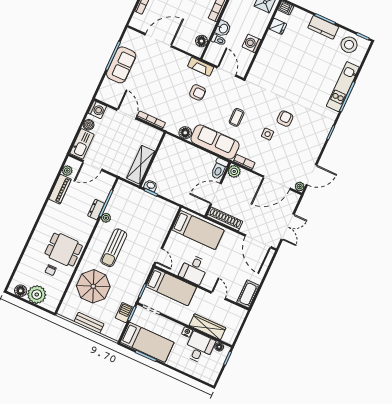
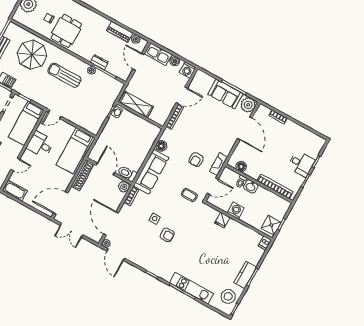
fridge: (278, 26) -> (222, 220), moved
plant: (131, 38) -> (248, 105), added
coffee table: (237, 117) -> (189, 195), moved

